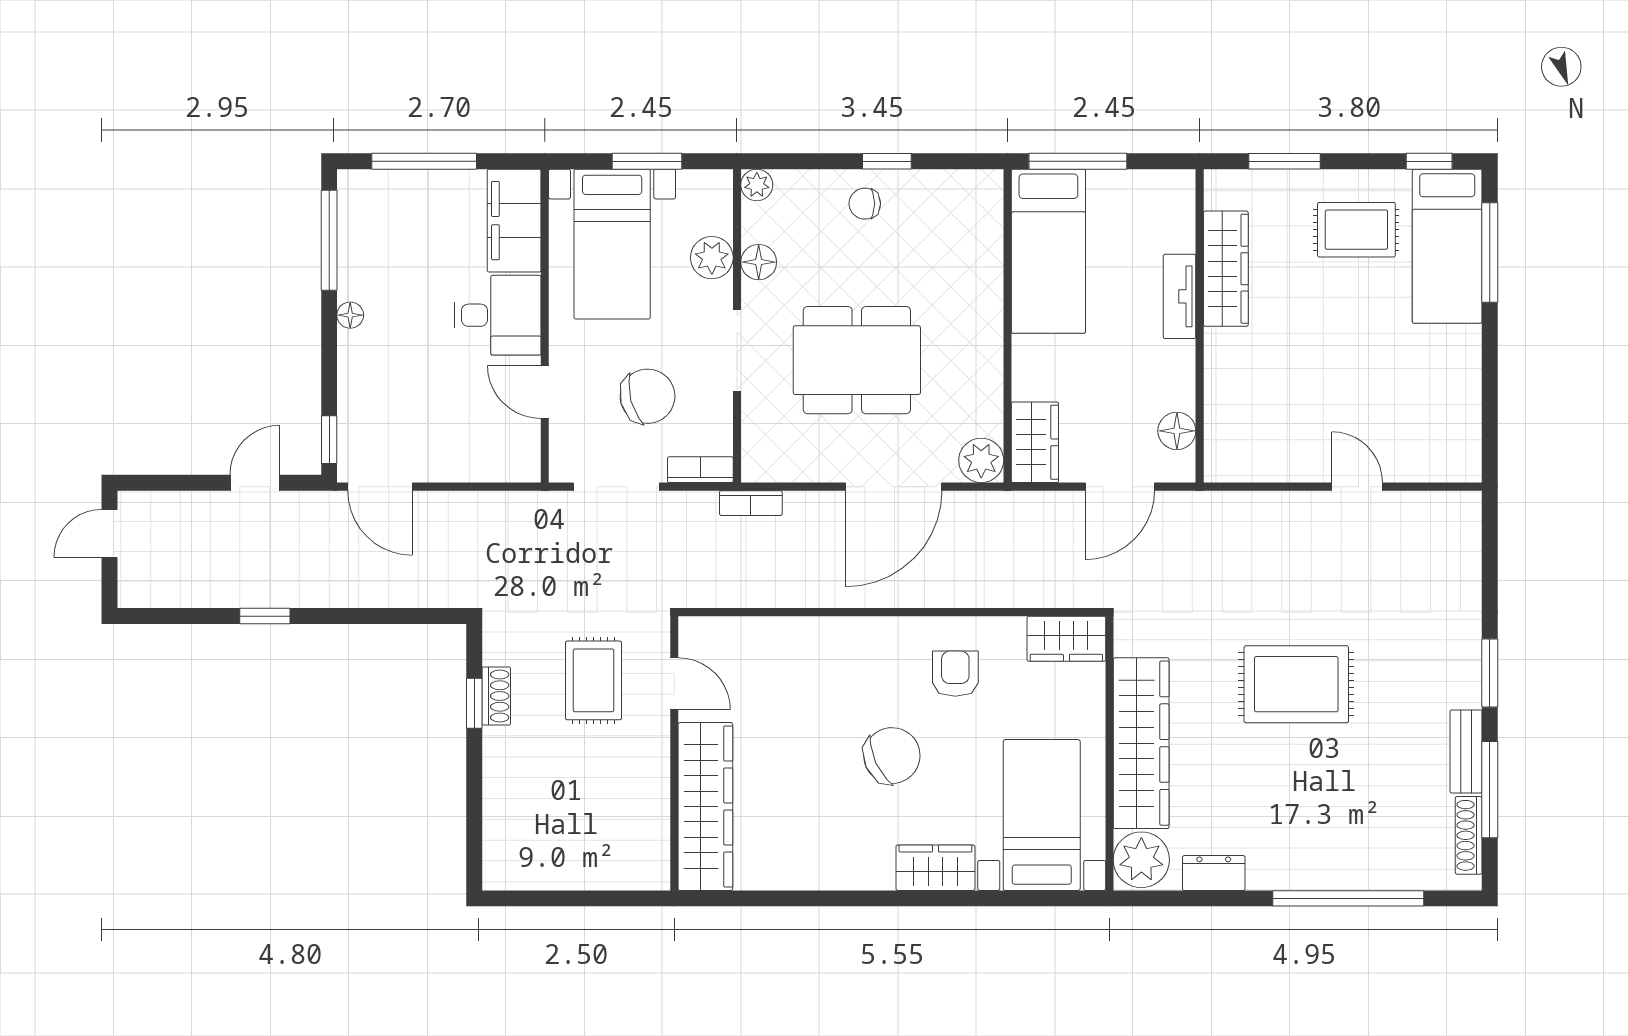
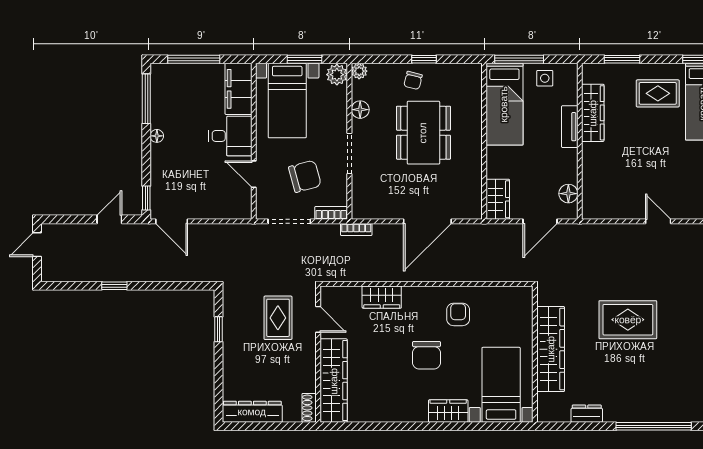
side table: (1129, 199) -> (545, 78), added
chair: (865, 204) -> (413, 80), turned -76
plant: (712, 258) -> (337, 75), moved
dining table: (857, 360) -> (423, 133), moved, turned 90
plant: (981, 460) -> (471, 208), removed
wardrobe: (1066, 639) -> (382, 297), moved
shoe rack: (496, 696) -> (309, 408), moved, turned 180
chair: (892, 756) -> (426, 355), turned 115
plant: (1141, 860) -> (551, 407), removed
dresser: (542, 869) -> (252, 412), added

